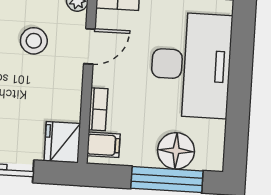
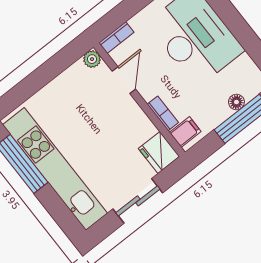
stool: (34, 41) -> (87, 107), removed
floor lamp: (176, 151) -> (236, 102), width x0.53, depth x0.53

